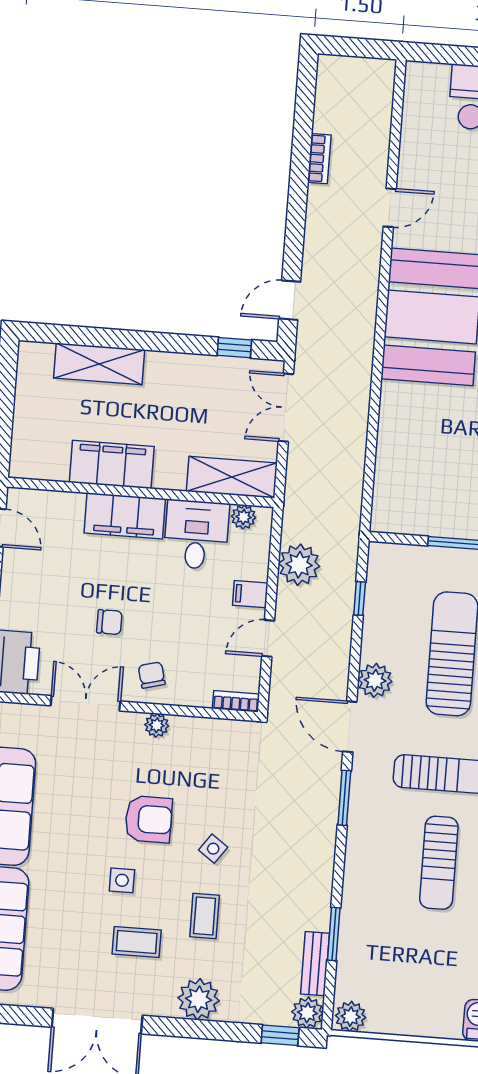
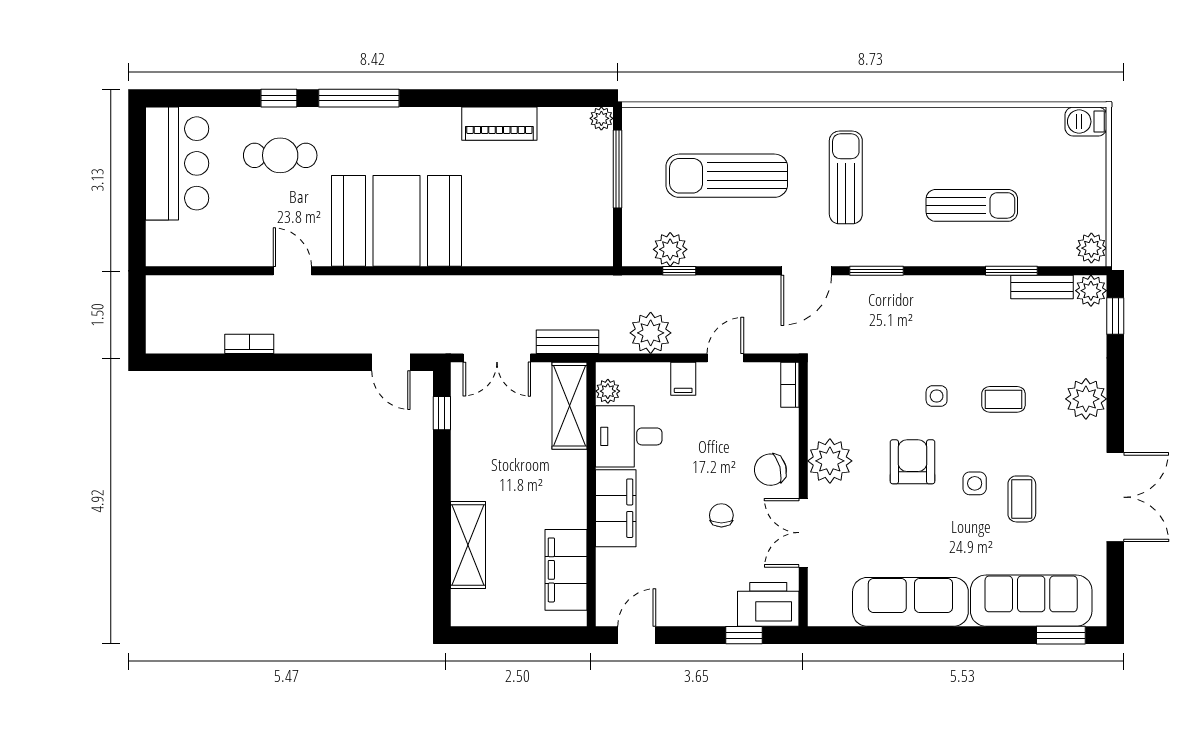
filing cabinet: (112, 464) -> (566, 570), moved
bench: (297, 480) -> (567, 342), added
door: (268, 638) -> (725, 358), swing flipped
chair: (152, 675) -> (770, 470), width x1.37, depth x1.37
plant: (375, 680) -> (670, 249), moved
plant: (157, 725) -> (830, 461), width x1.88, depth x1.88
side table: (213, 849) -> (937, 396), turned -36
sun lounger: (439, 863) -> (972, 205), moved
coffee table: (137, 942) -> (1022, 499), moved

